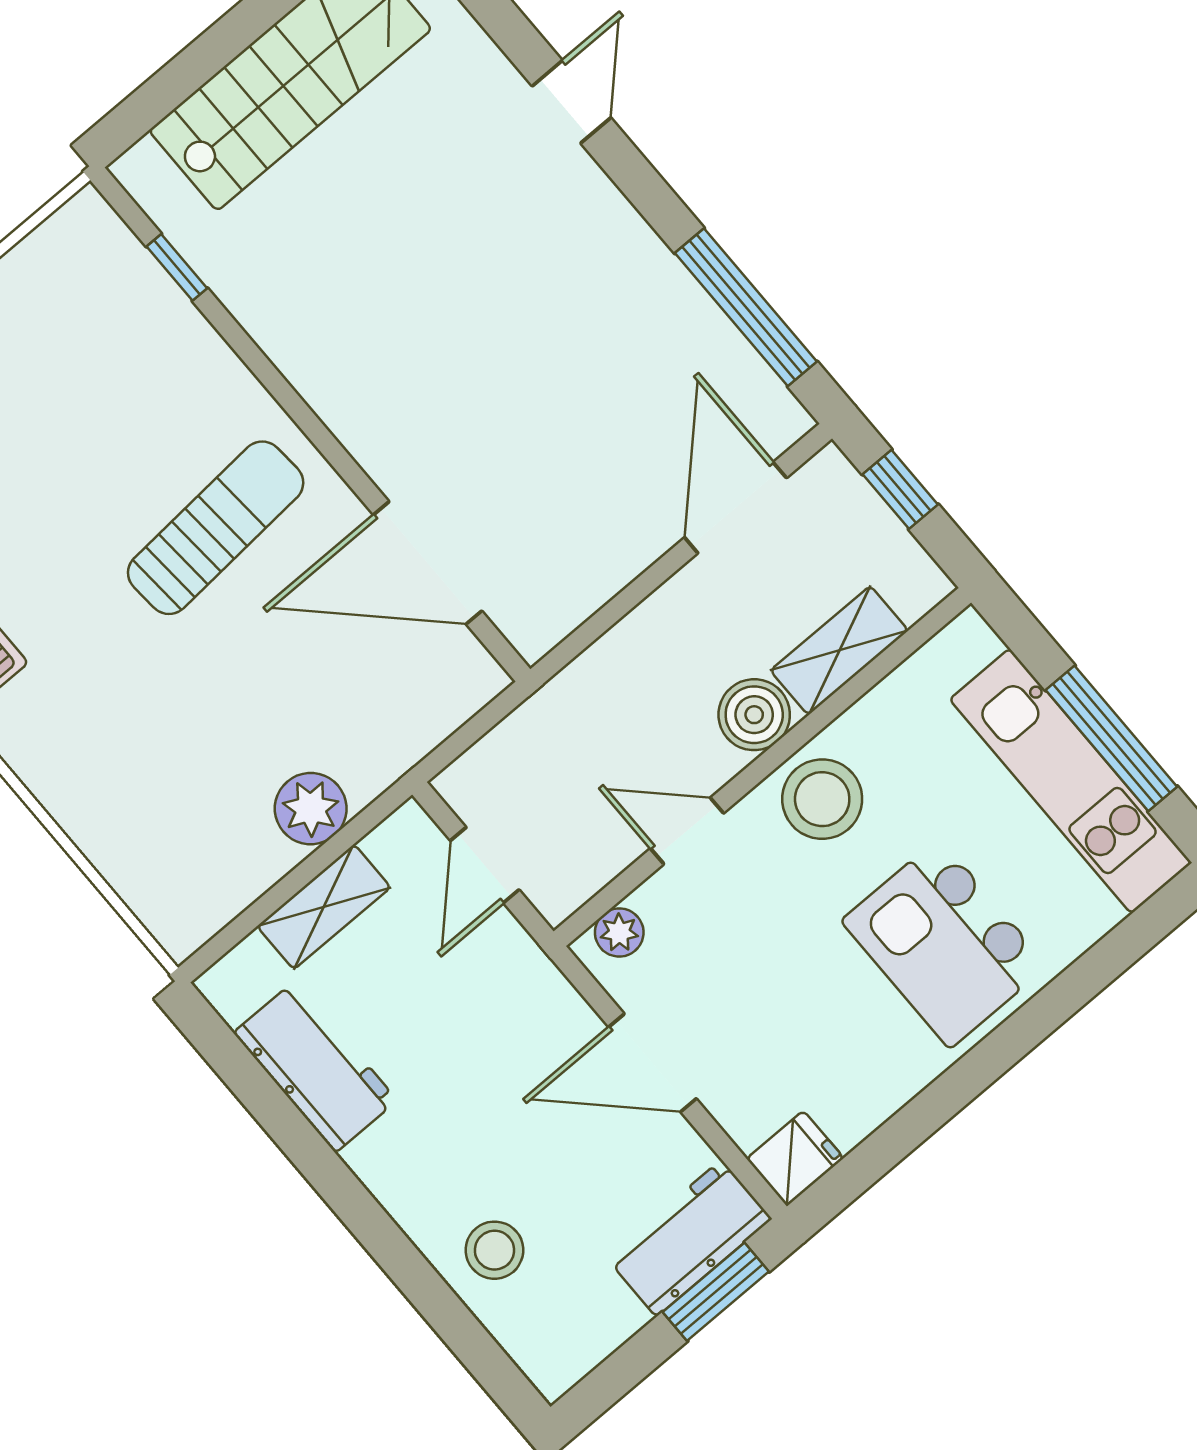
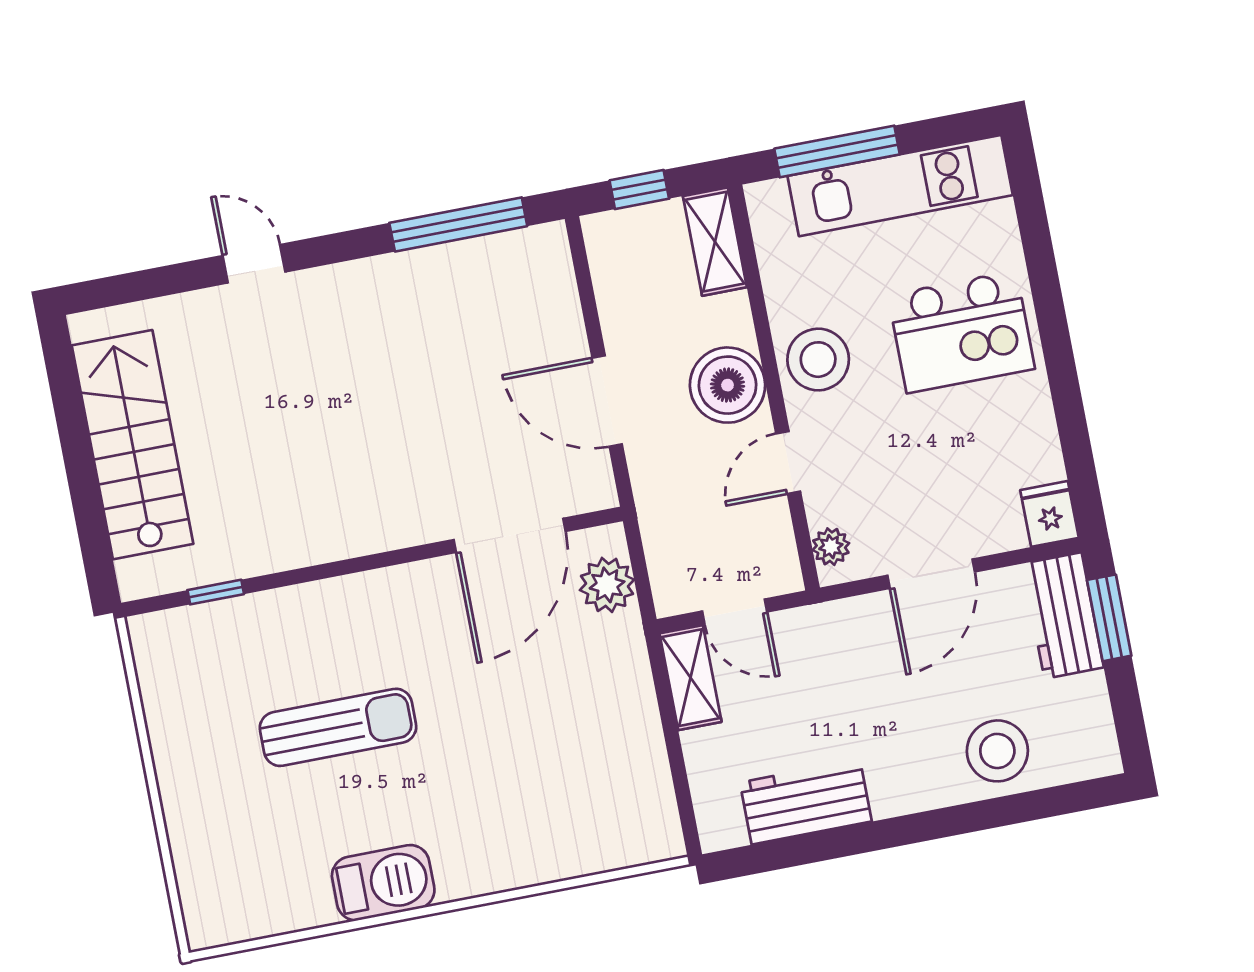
door: (736, 508) -> (607, 401), moved
sun lounger: (216, 528) -> (338, 727), moved, turned 94
shelving: (839, 650) -> (715, 242), moved
boiler: (754, 715) -> (728, 385), width x1.37, depth x1.37
window: (1111, 738) -> (837, 151), moved
plant: (311, 809) -> (607, 585), moved
shelving: (324, 907) -> (690, 678), moved
stool: (494, 1250) -> (997, 751), width x1.38, depth x1.38

